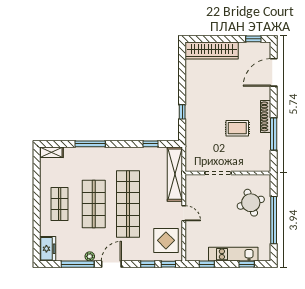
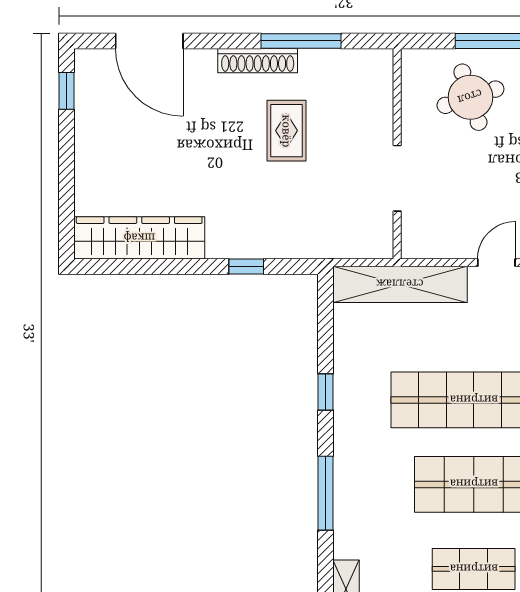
wardrobe: (212, 50) -> (139, 238), moved, turned -90
window: (150, 144) -> (326, 392), moved

